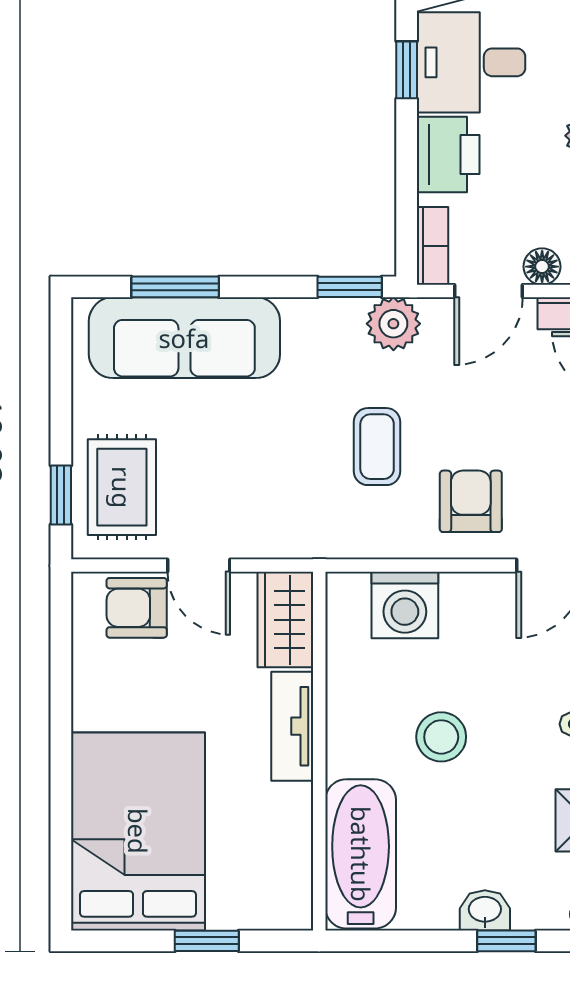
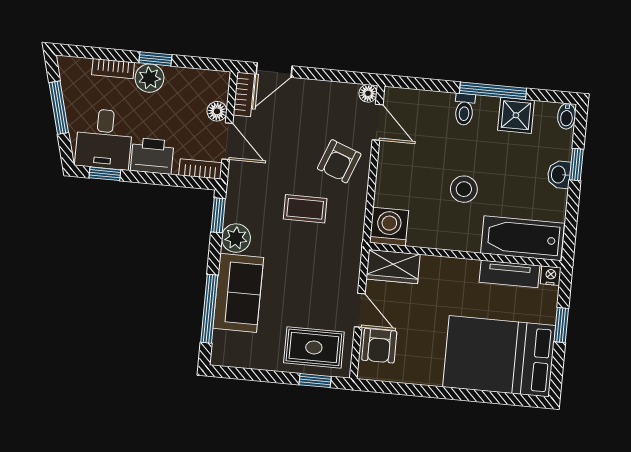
window: (175, 287) -> (209, 309), width x1.44
plant: (393, 324) -> (236, 238), moved
sofa: (184, 338) -> (238, 293), width x0.73
armchair: (471, 501) -> (339, 161), turned -69
door: (199, 566) -> (360, 310), hinge flipped
washing machine: (405, 605) -> (389, 227), moved, turned -90
tv unit: (292, 726) -> (509, 274), moved
nightstand: (296, 913) -> (551, 276), added

